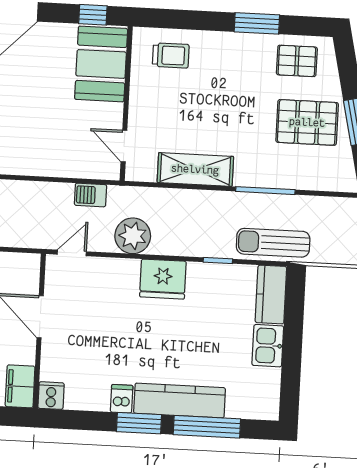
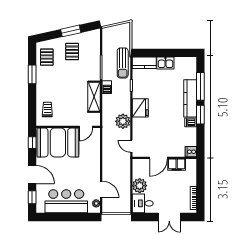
booth: (101, 64) -> (58, 142), width x1.36, depth x1.42
pallet: (307, 122) -> (72, 52), width x0.67, depth x0.71
barbecue: (90, 195) -> (107, 87), moved
filing cabinet: (20, 386) -> (177, 165), moved

